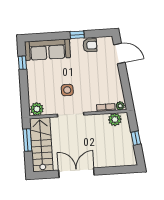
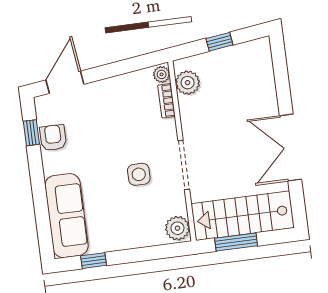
window: (77, 35) -> (31, 133), moved

